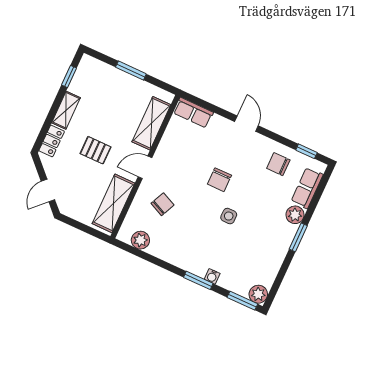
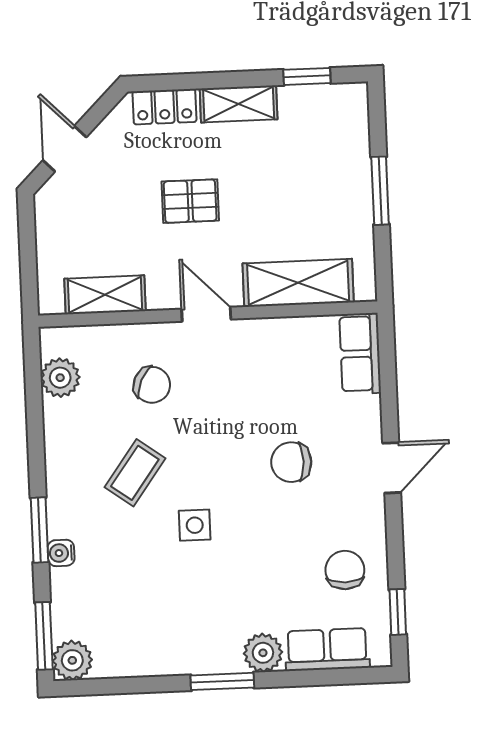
pallet: (96, 150) -> (190, 201), turned 90
chair: (219, 180) -> (291, 462), moved
door: (48, 191) -> (65, 149), hinge flipped
shelving: (113, 203) -> (105, 295), width x0.67, depth x0.75
coffee table: (195, 229) -> (135, 473), added

